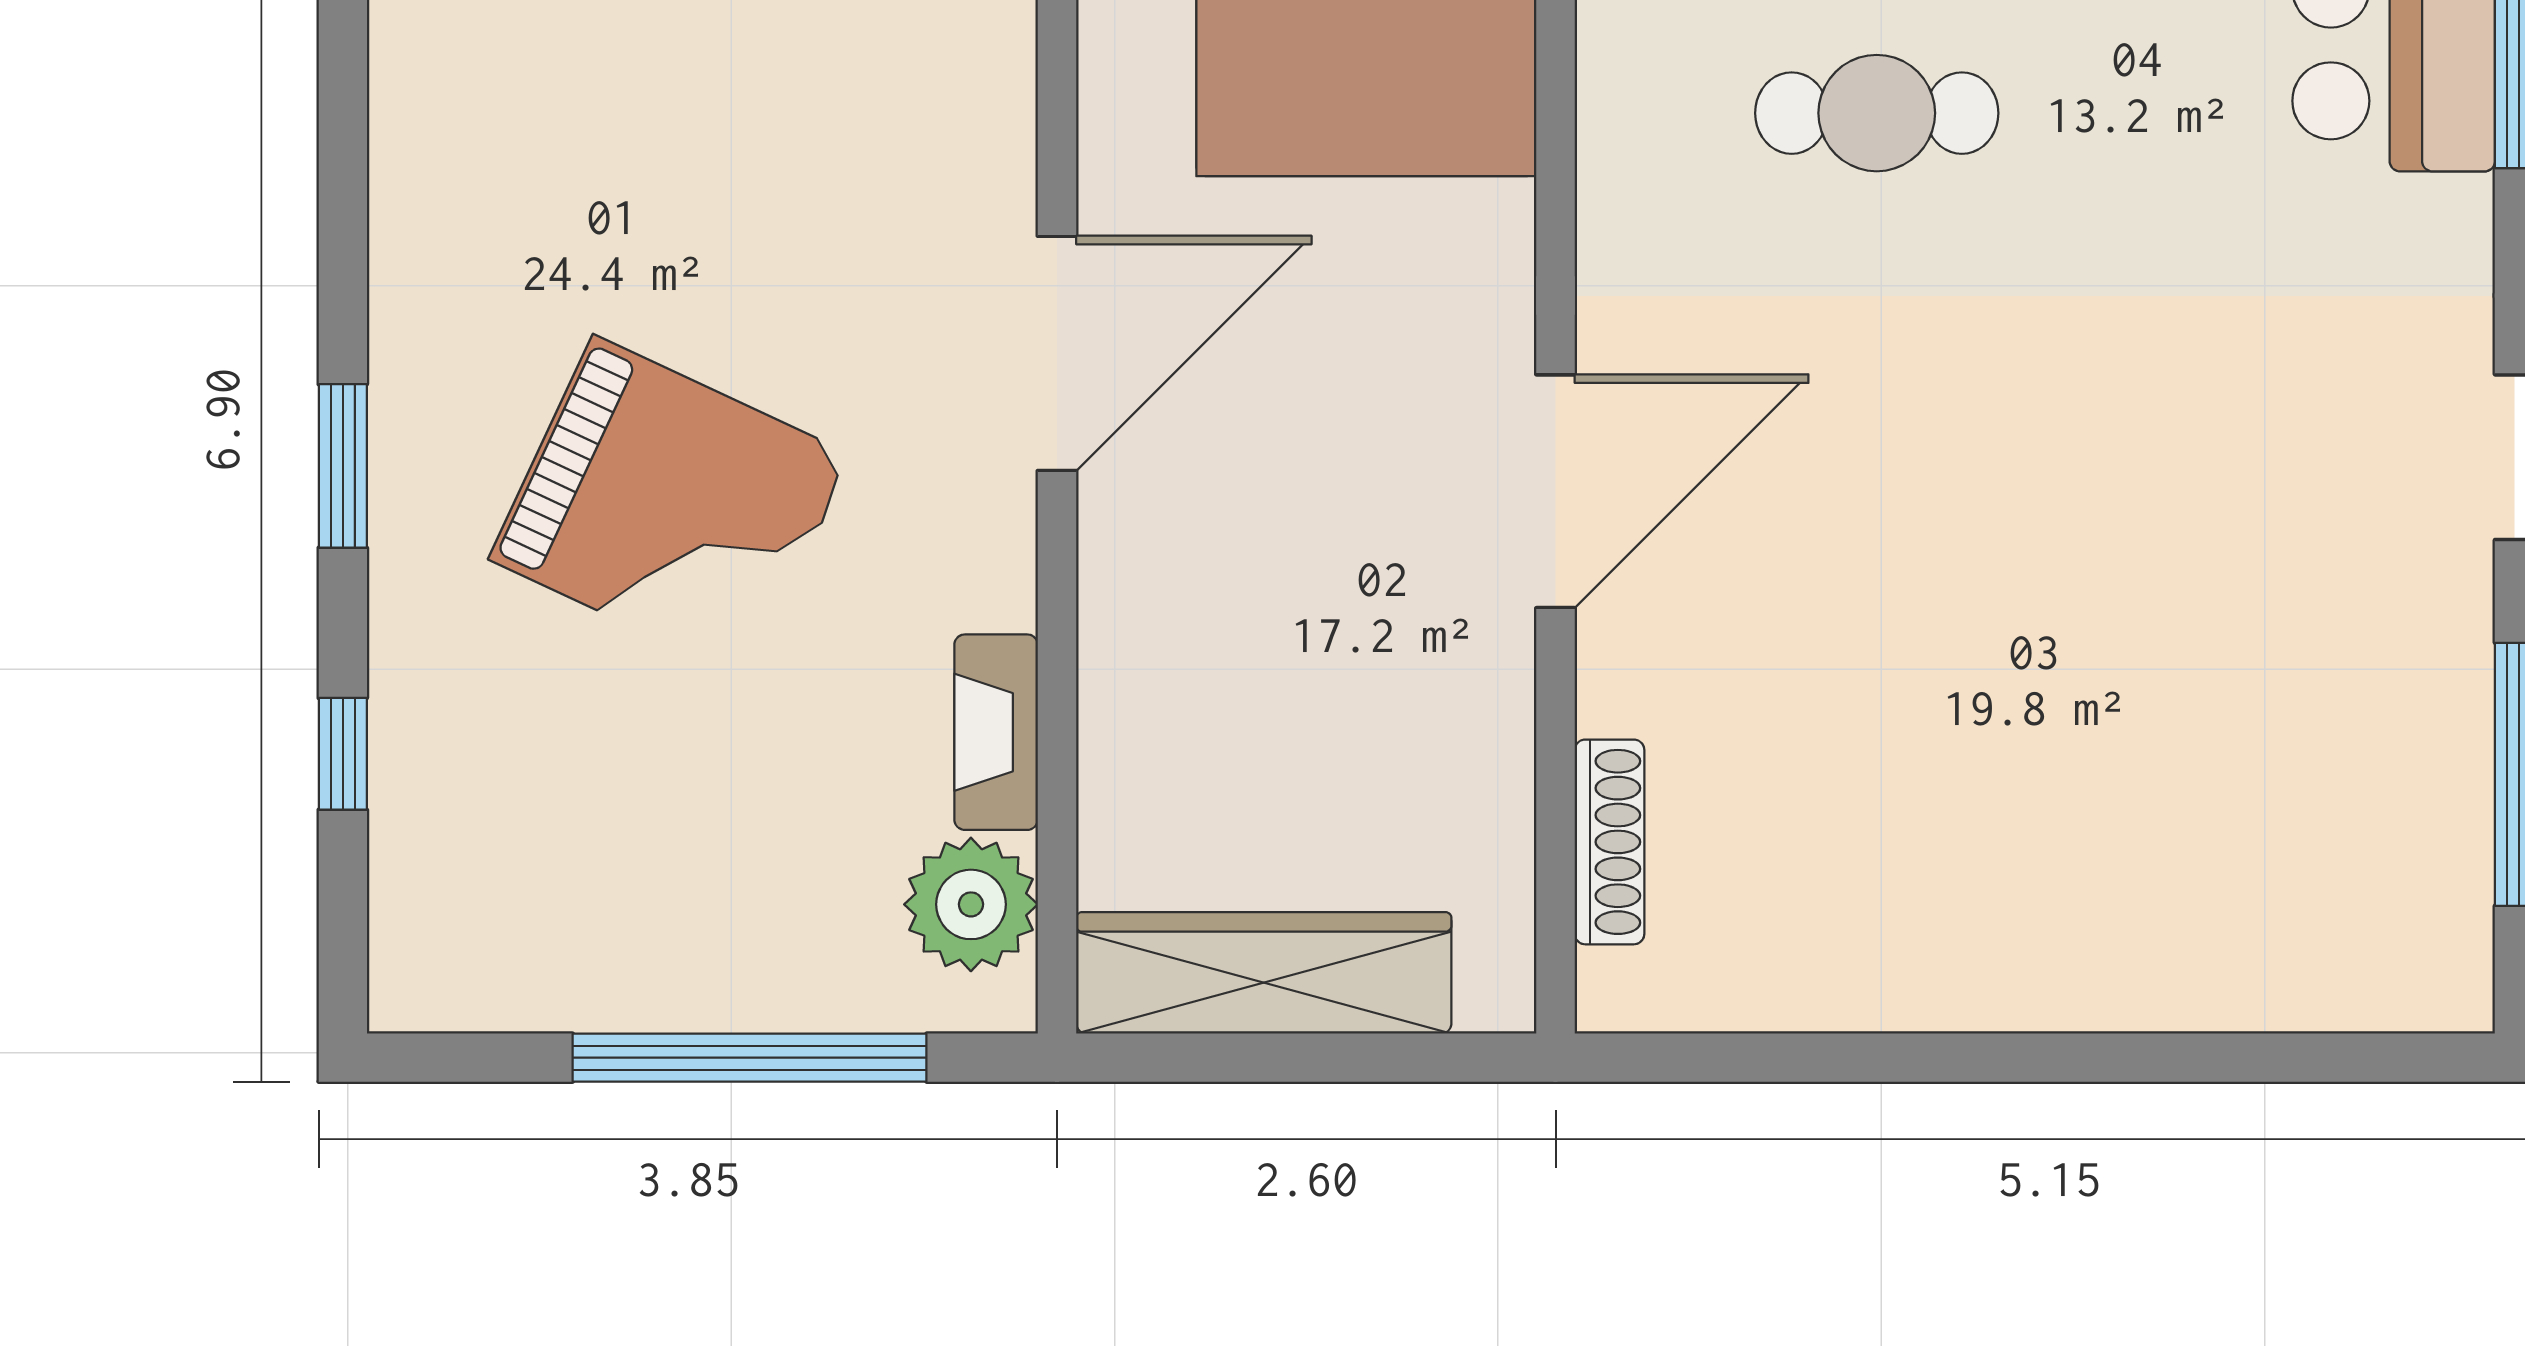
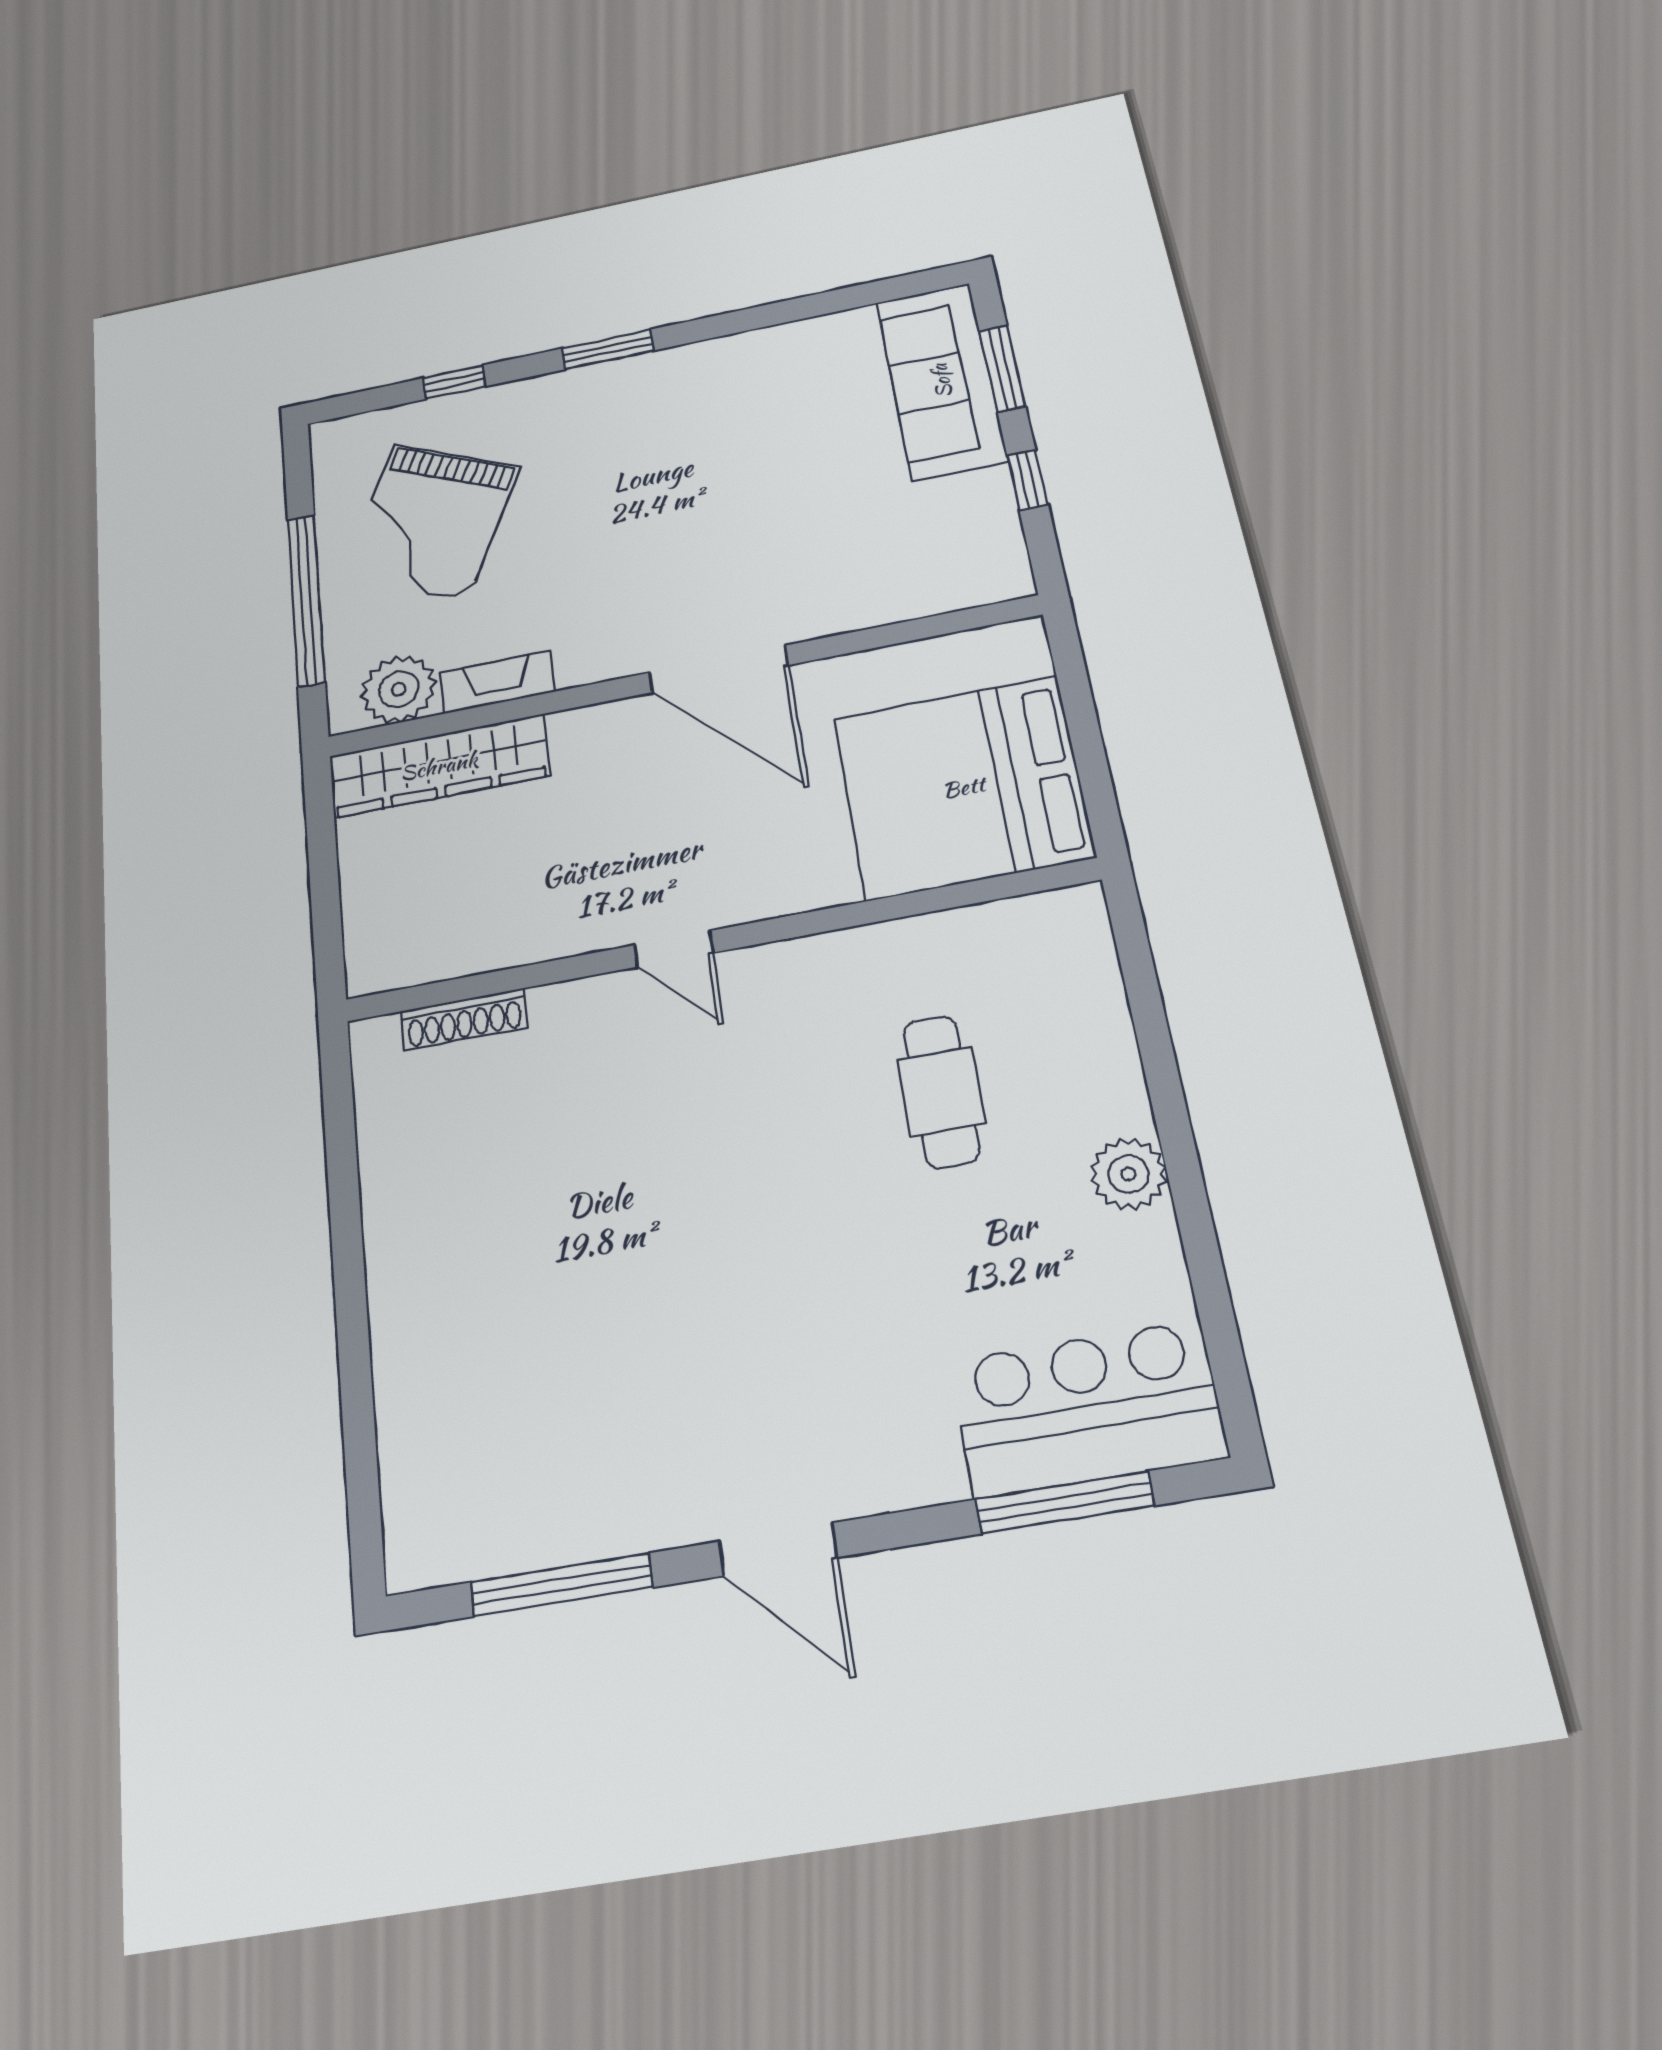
door: (1556, 491) -> (674, 949), width x0.53
grand piano: (671, 507) -> (430, 522), moved
wardrobe: (1264, 973) -> (439, 766), moved, turned 90

